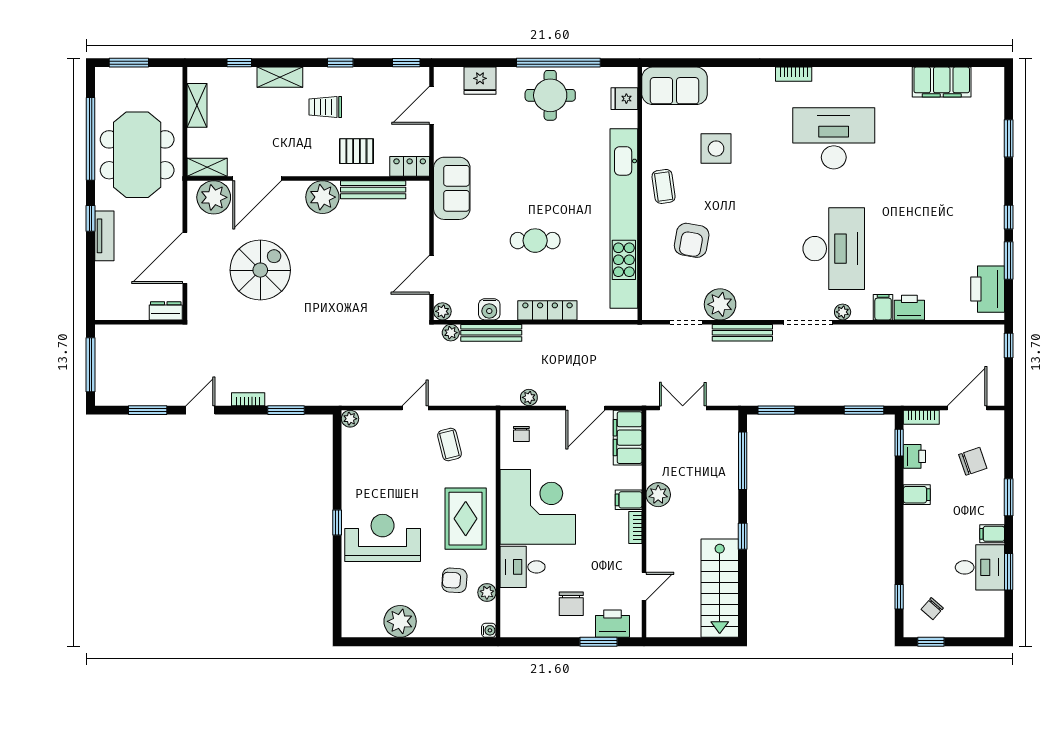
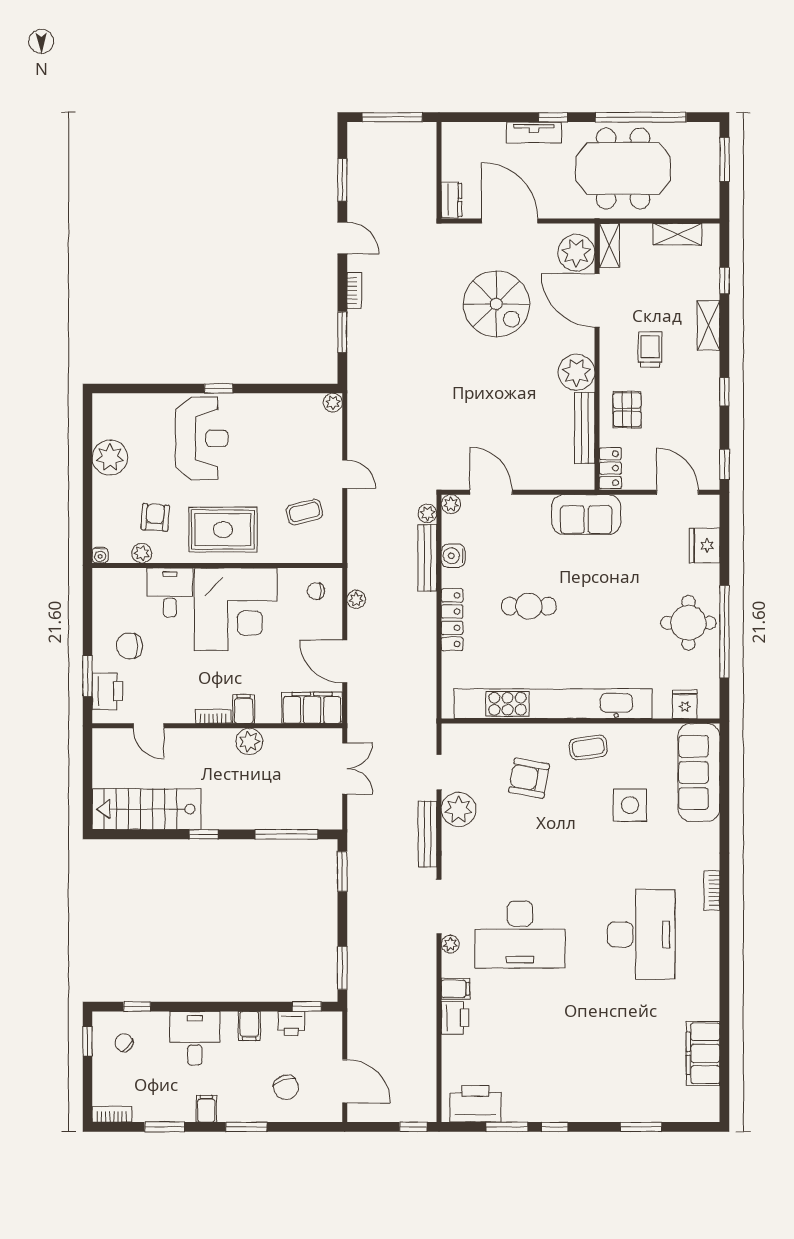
sofa: (675, 86) -> (699, 772), width x1.36
trolley: (325, 107) -> (650, 349), moved
cafe table: (535, 241) -> (529, 606), turned 90
bookcase: (921, 417) -> (112, 1114), moved, turned 90
desk: (980, 567) -> (195, 1038), moved, turned 180

